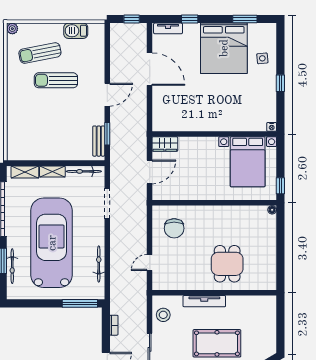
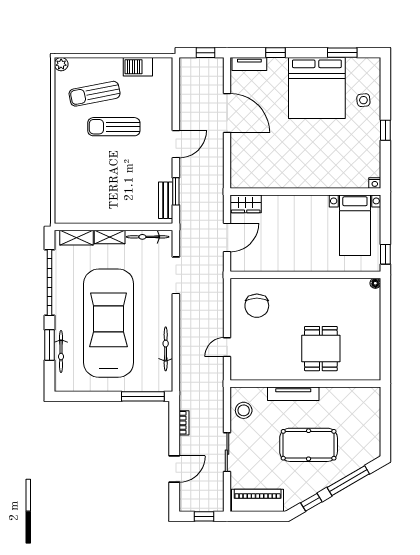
bed with nightstands: (248, 162) -> (355, 225), width x0.73

